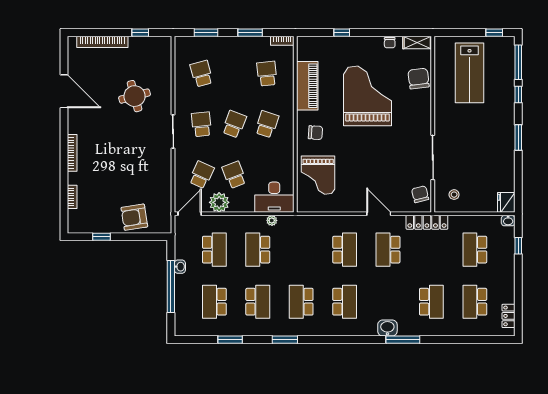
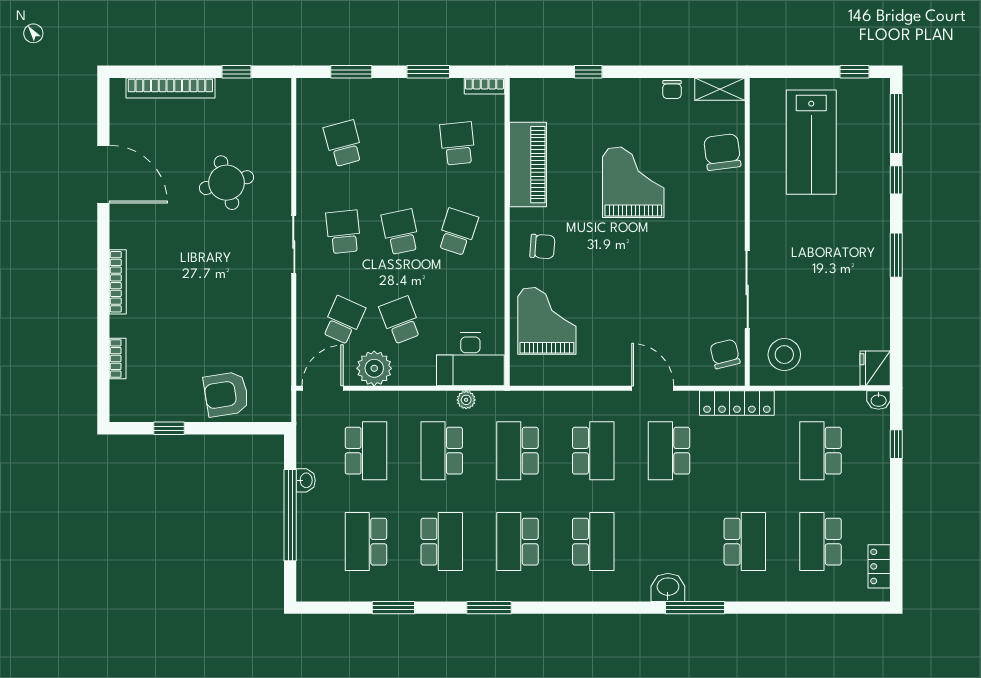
grand piano: (368, 96) -> (633, 182), width x0.73, depth x0.68
school desk: (234, 124) -> (400, 232), turned -33
grand piano: (318, 175) -> (547, 321), turned 180
stool: (454, 195) -> (784, 355), width x1.89, depth x1.89
school desk: (301, 250) -> (517, 451), added

